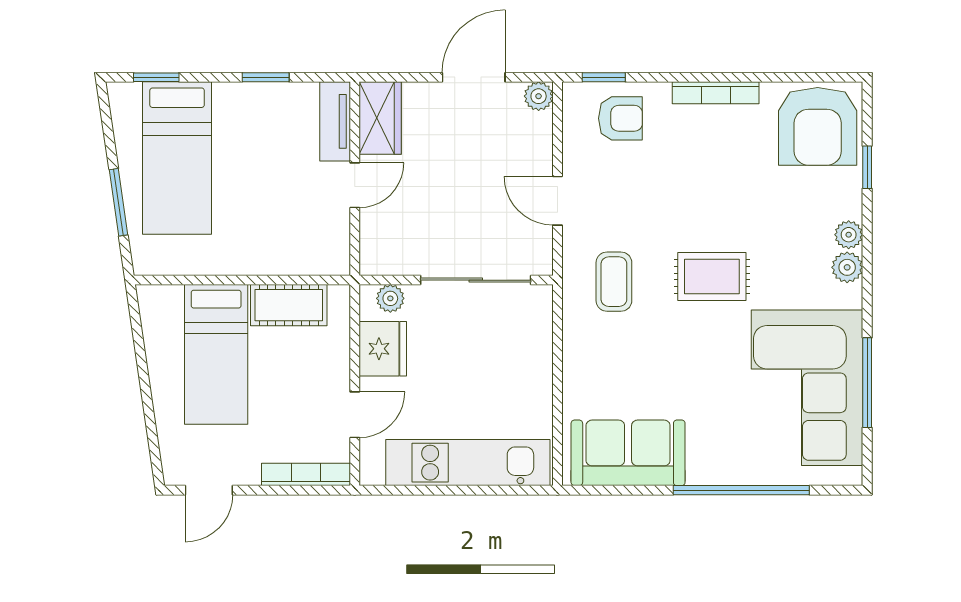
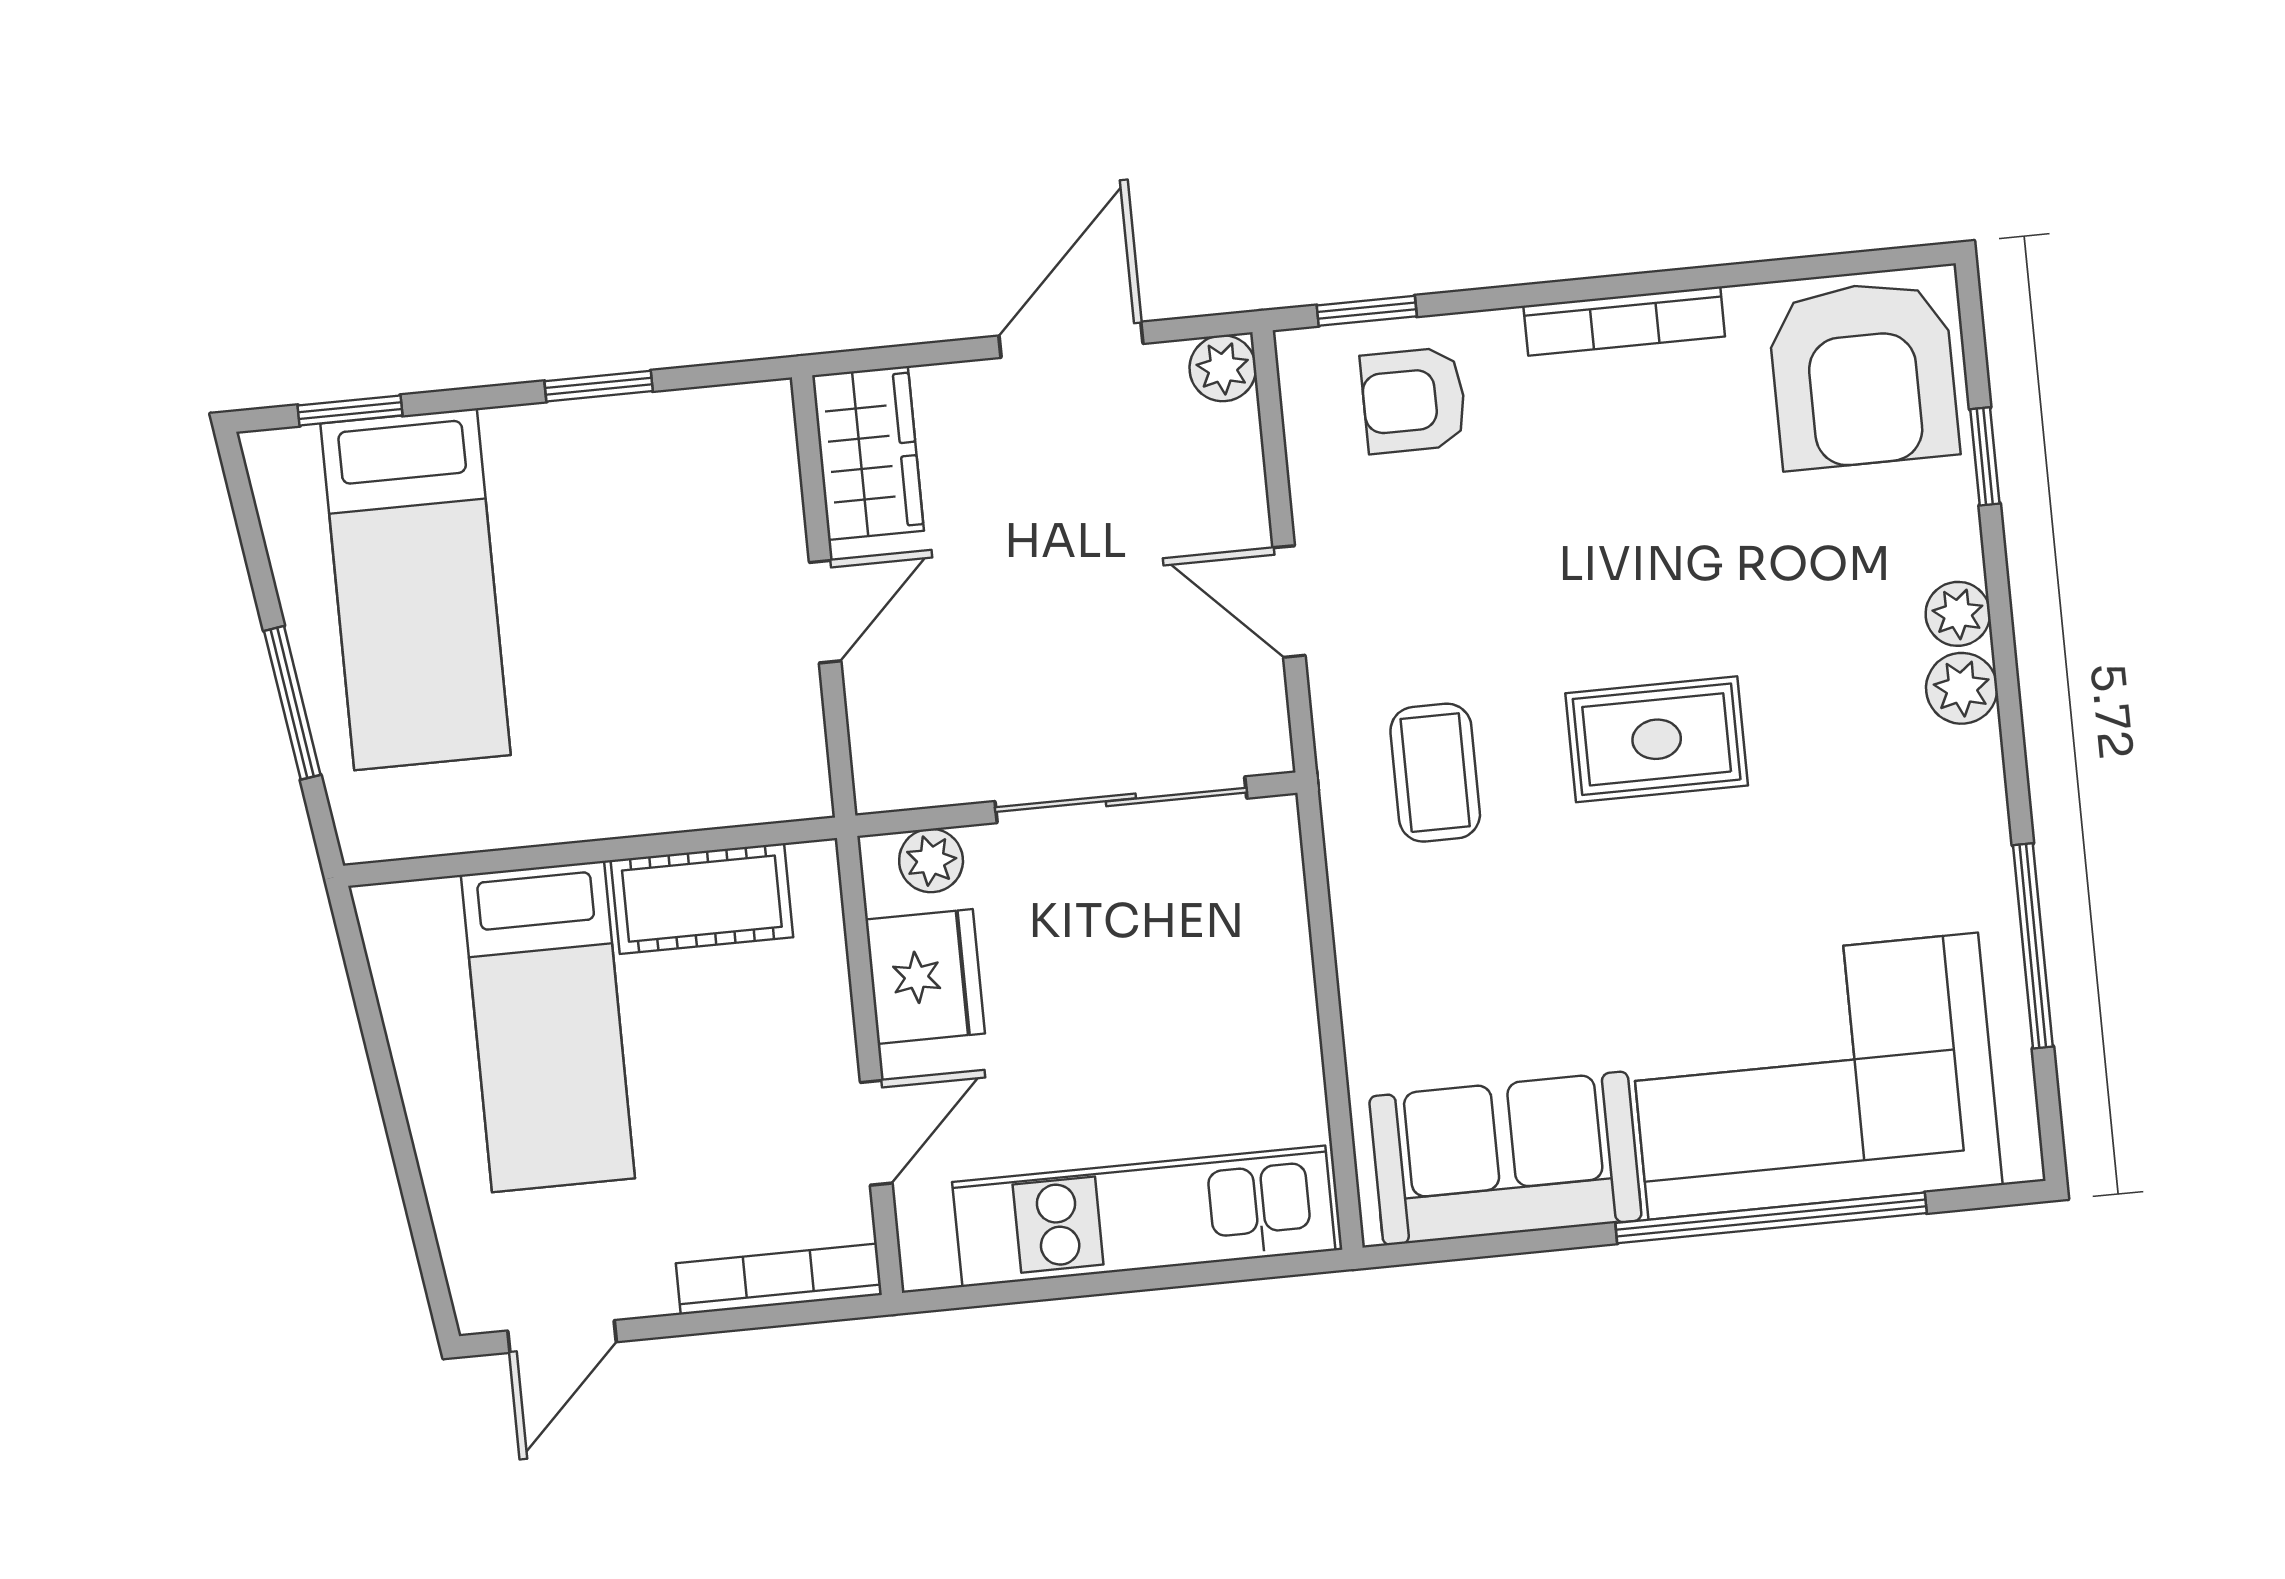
armchair: (620, 118) -> (1414, 400), turned 180
tv unit: (335, 121) -> (766, 471), removed
corner sofa: (807, 388) -> (1813, 1076), moved, turned 90

